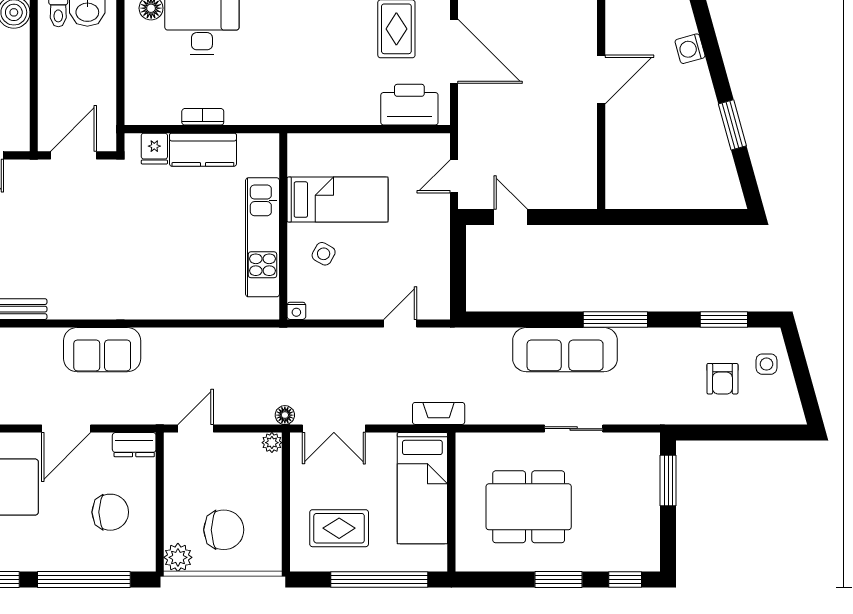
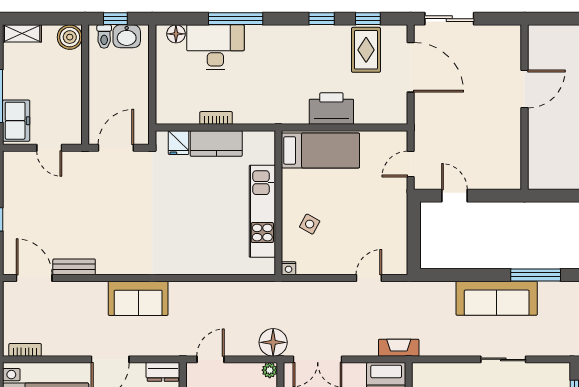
printer: (409, 105) -> (331, 109), moved
bed: (338, 200) -> (320, 150), moved
floor lamp: (285, 415) -> (273, 342), width x1.89, depth x1.89

